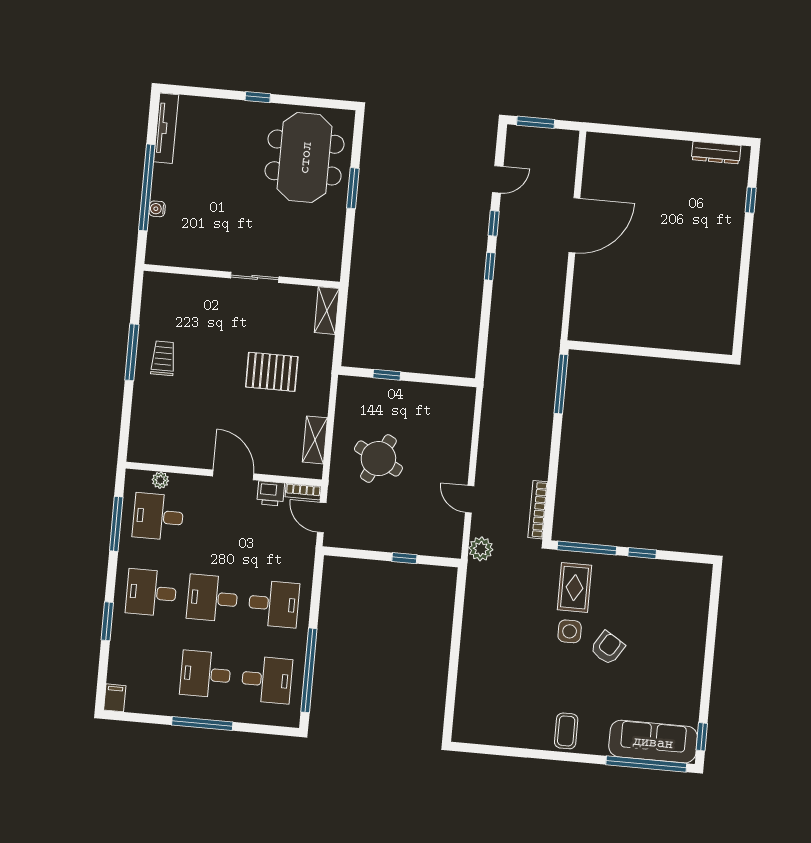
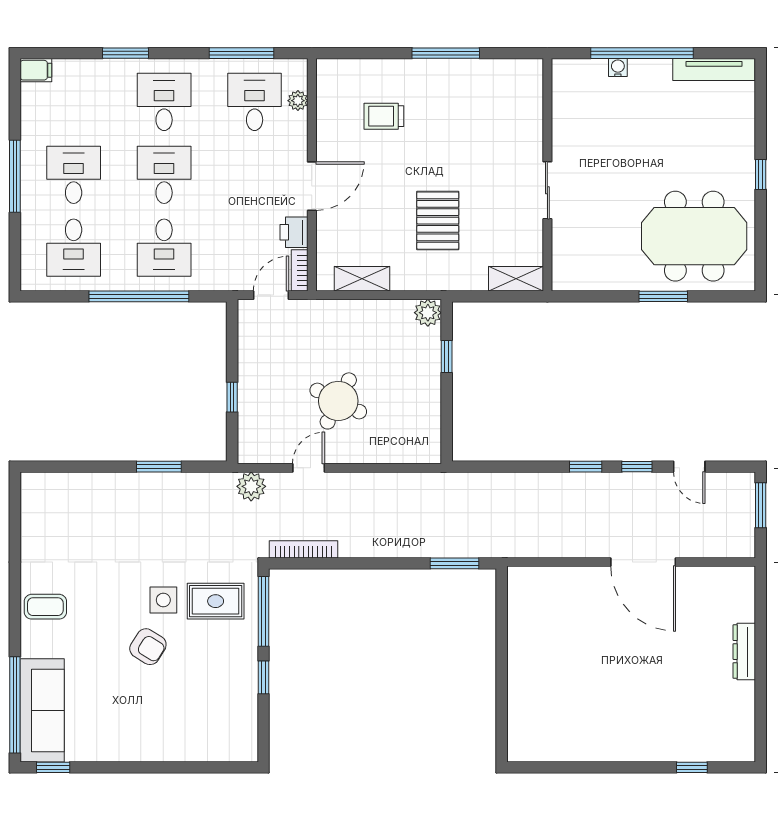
dresser: (716, 153) -> (744, 652), moved
trolley: (163, 358) -> (384, 116), moved, turned 180
window: (561, 384) -> (454, 563), width x0.69
plant: (348, 387) -> (428, 313), added
round table: (378, 459) -> (338, 401), moved
window: (457, 625) -> (159, 467), added
window: (309, 670) -> (139, 296), moved

